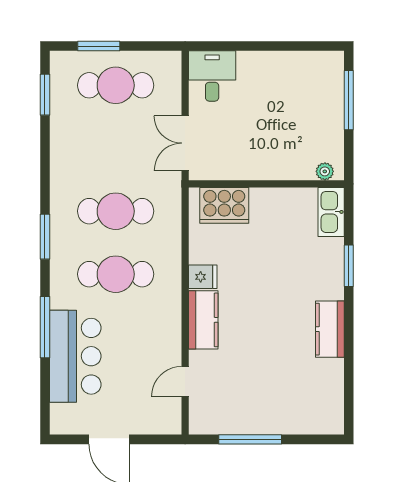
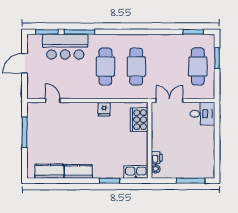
printer: (302, 169) -> (157, 158), added
window: (45, 237) -> (47, 32), moved
kitchen counter: (203, 320) -> (49, 171), moved, turned 180

